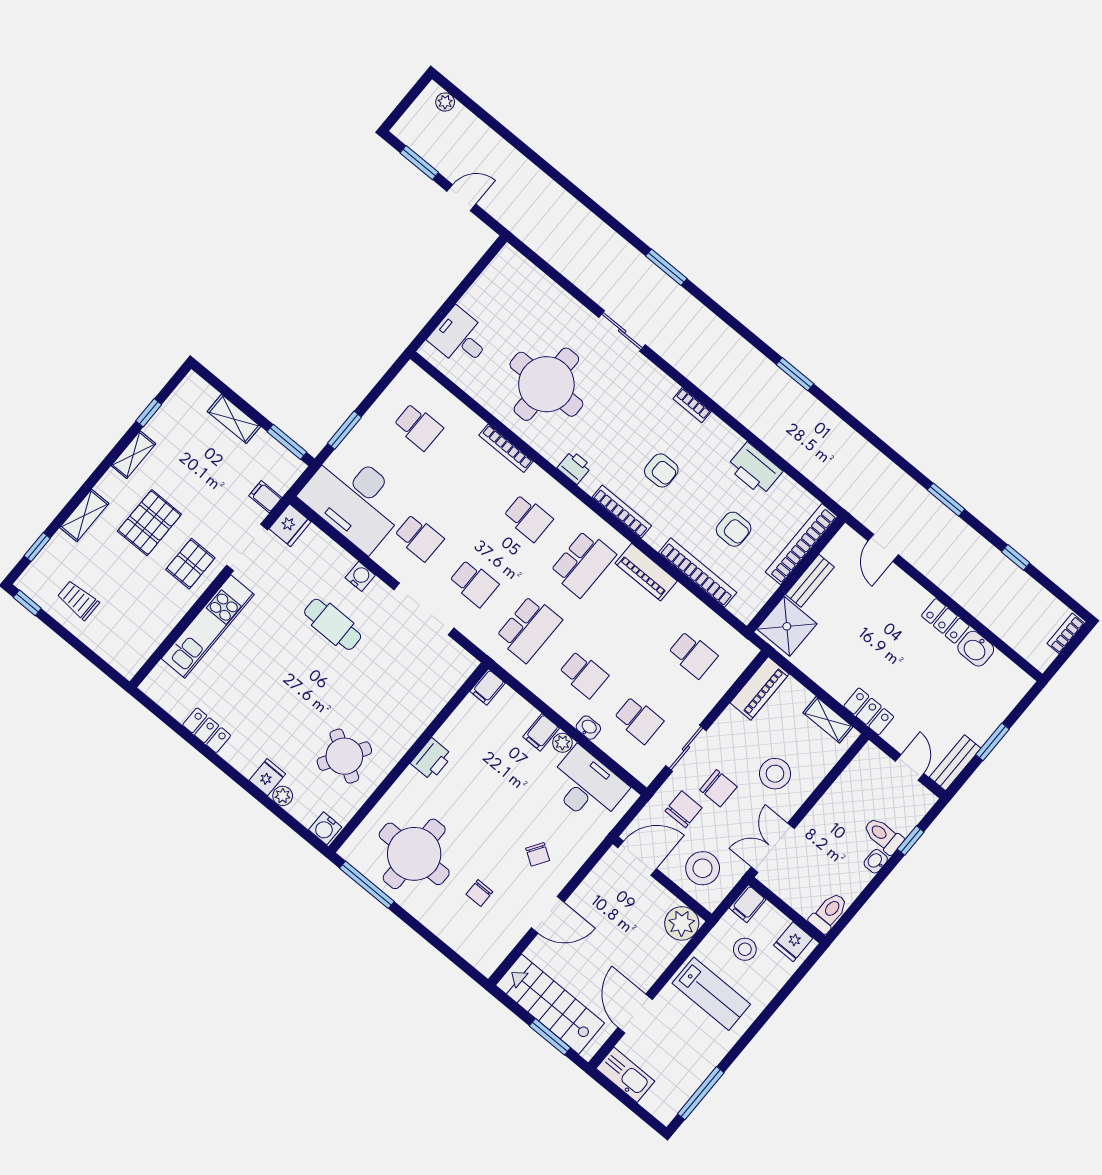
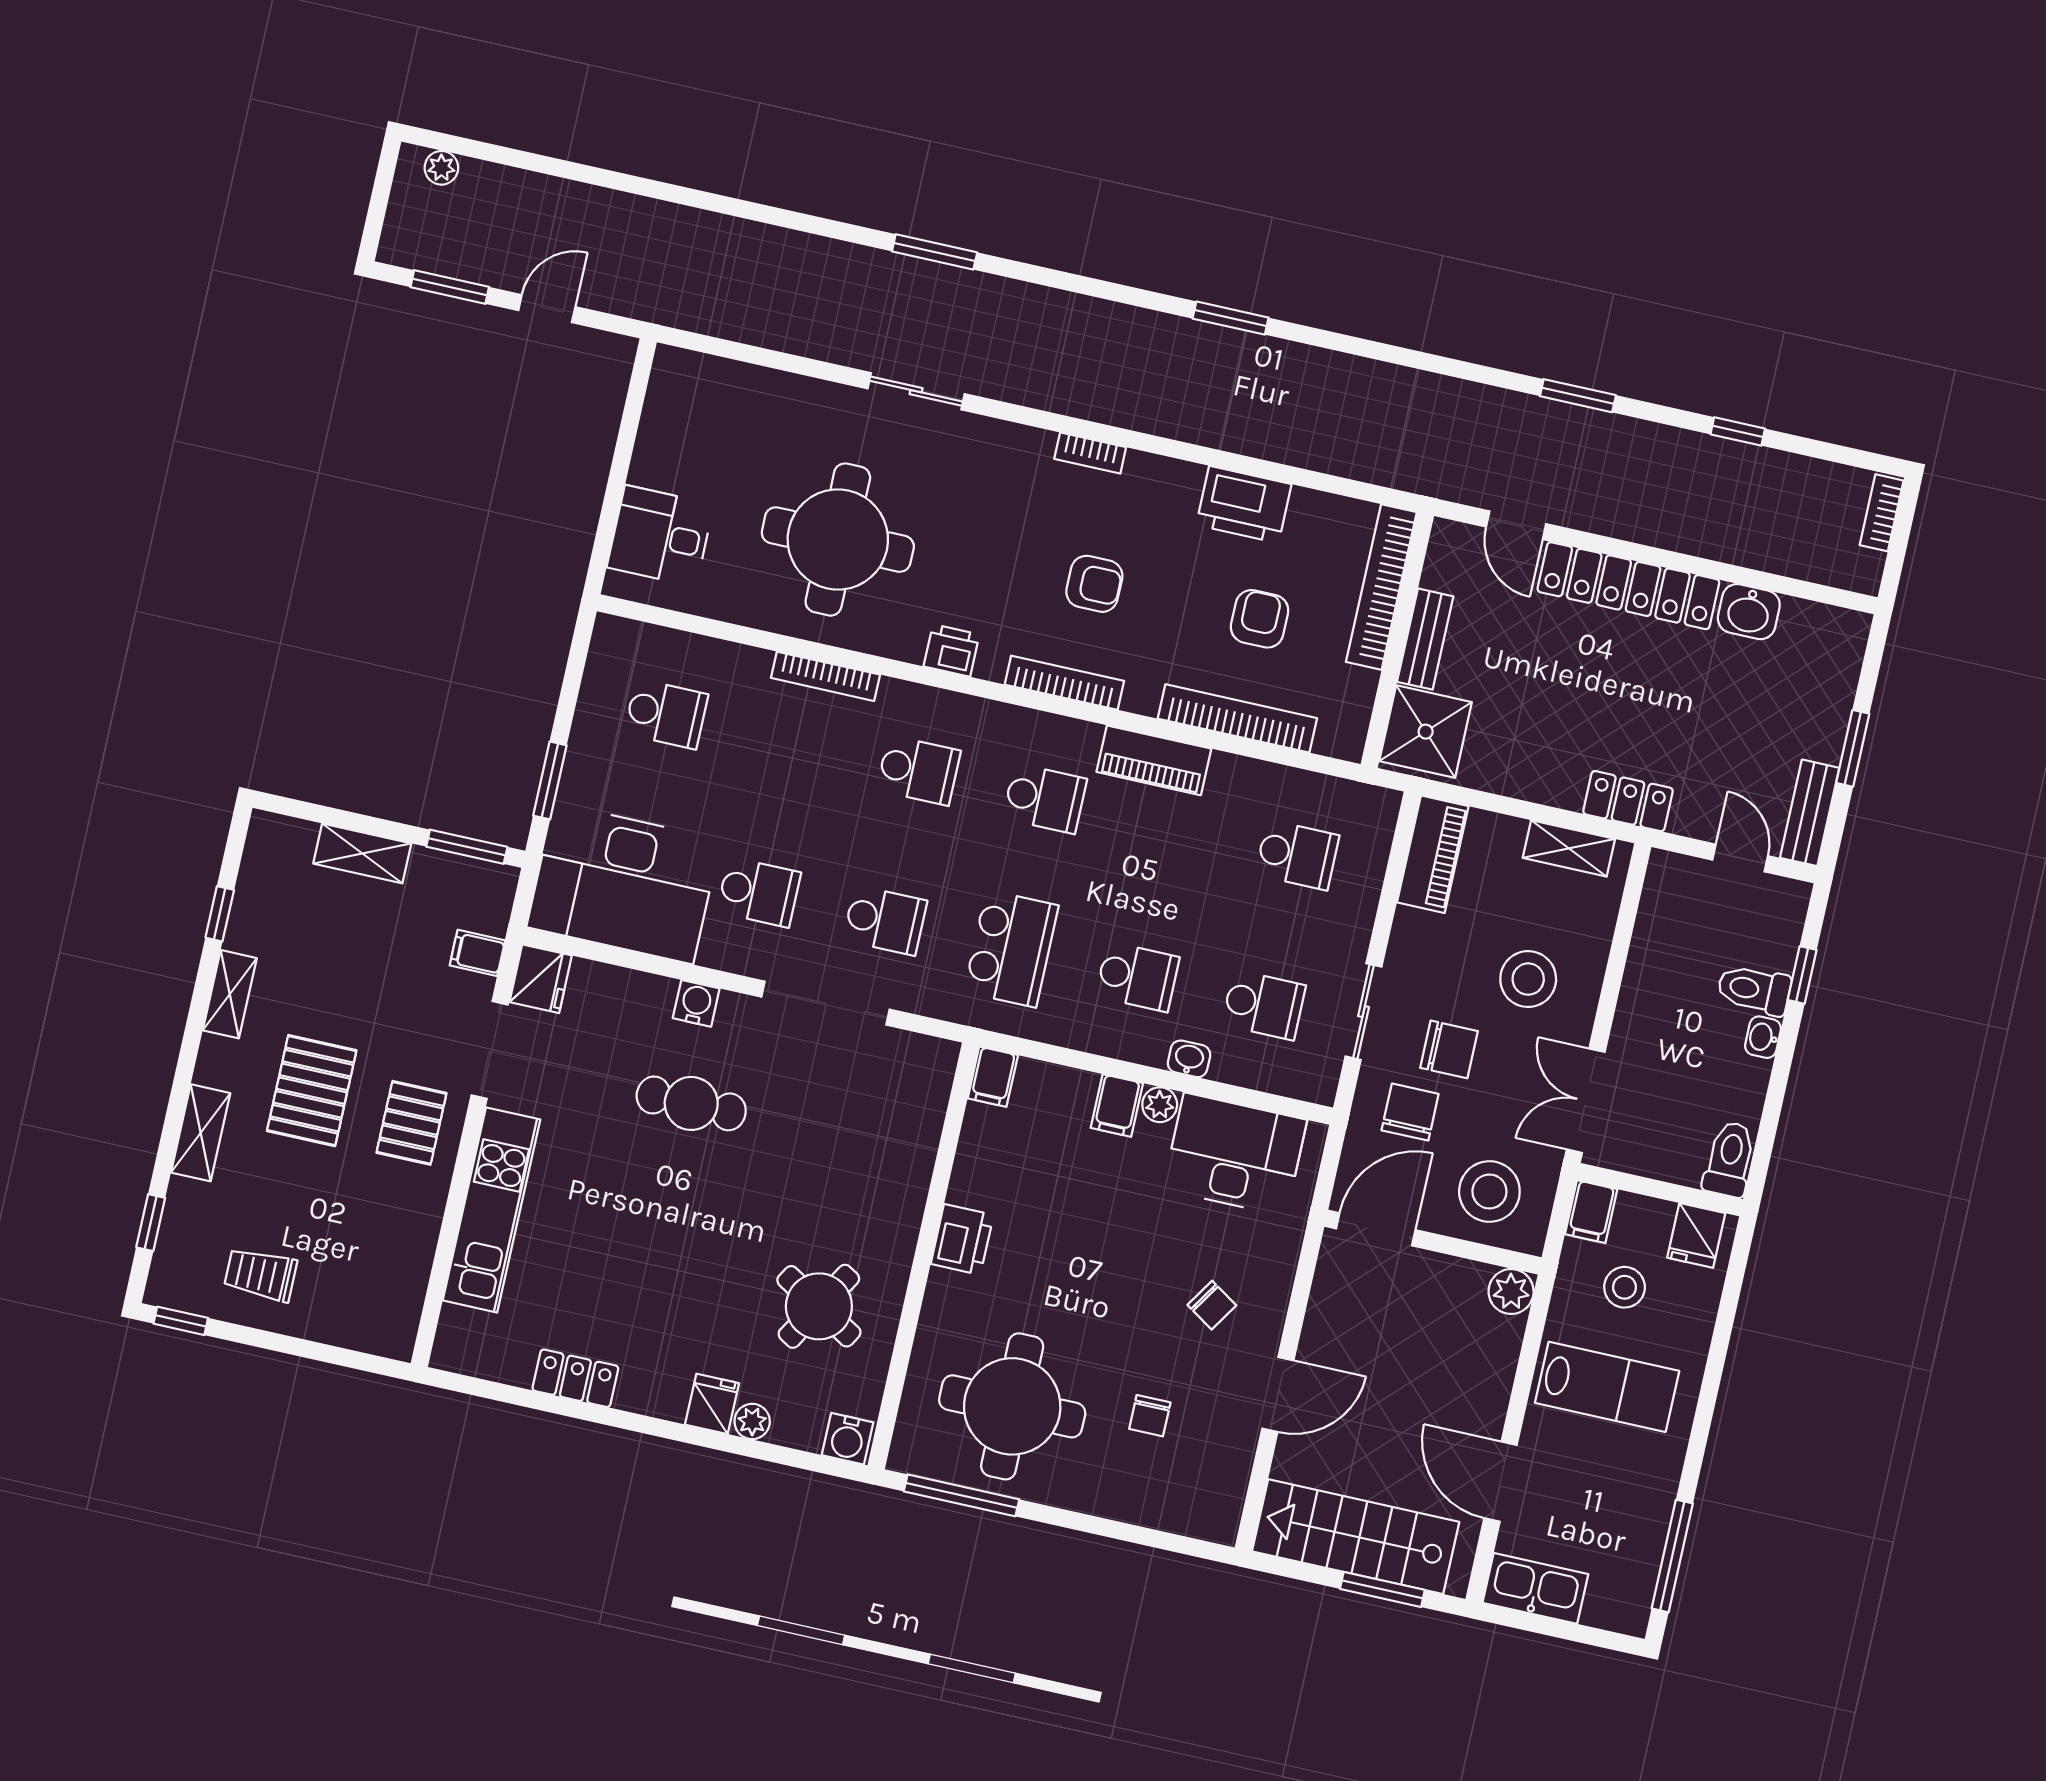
armchair: (734, 529) -> (1260, 619), turned -90
school desk: (583, 563) -> (1045, 799), width x0.54
locker: (945, 621) -> (1628, 586), width x2.16, depth x1.21
plant: (682, 923) -> (1511, 1292), width x0.73, depth x0.73

